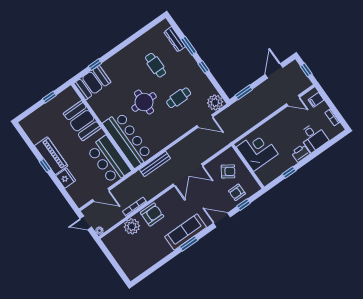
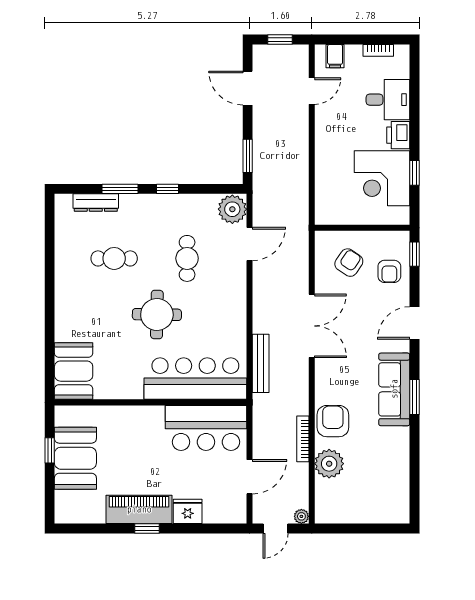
window: (95, 65) -> (50, 348), removed
booth: (82, 121) -> (75, 458), moved, turned 90
corner desk: (257, 151) -> (382, 178), moved, turned -90
window: (244, 205) -> (415, 254), moved

